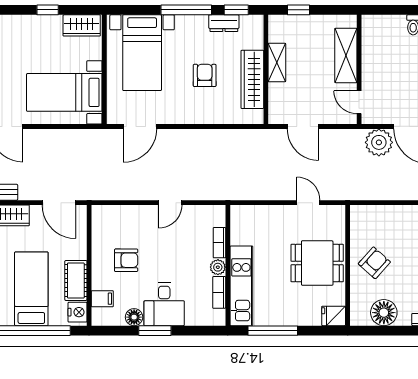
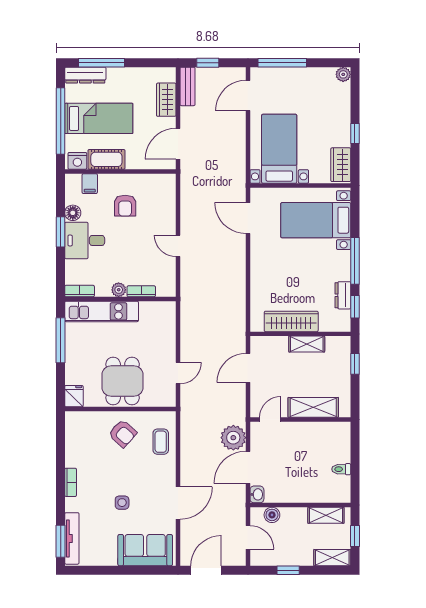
armchair: (205, 75) -> (295, 278), removed
coffee table: (383, 221) -> (161, 442), added
bookcase: (219, 292) -> (80, 291), moved
floor lamp: (384, 313) -> (77, 442), removed

